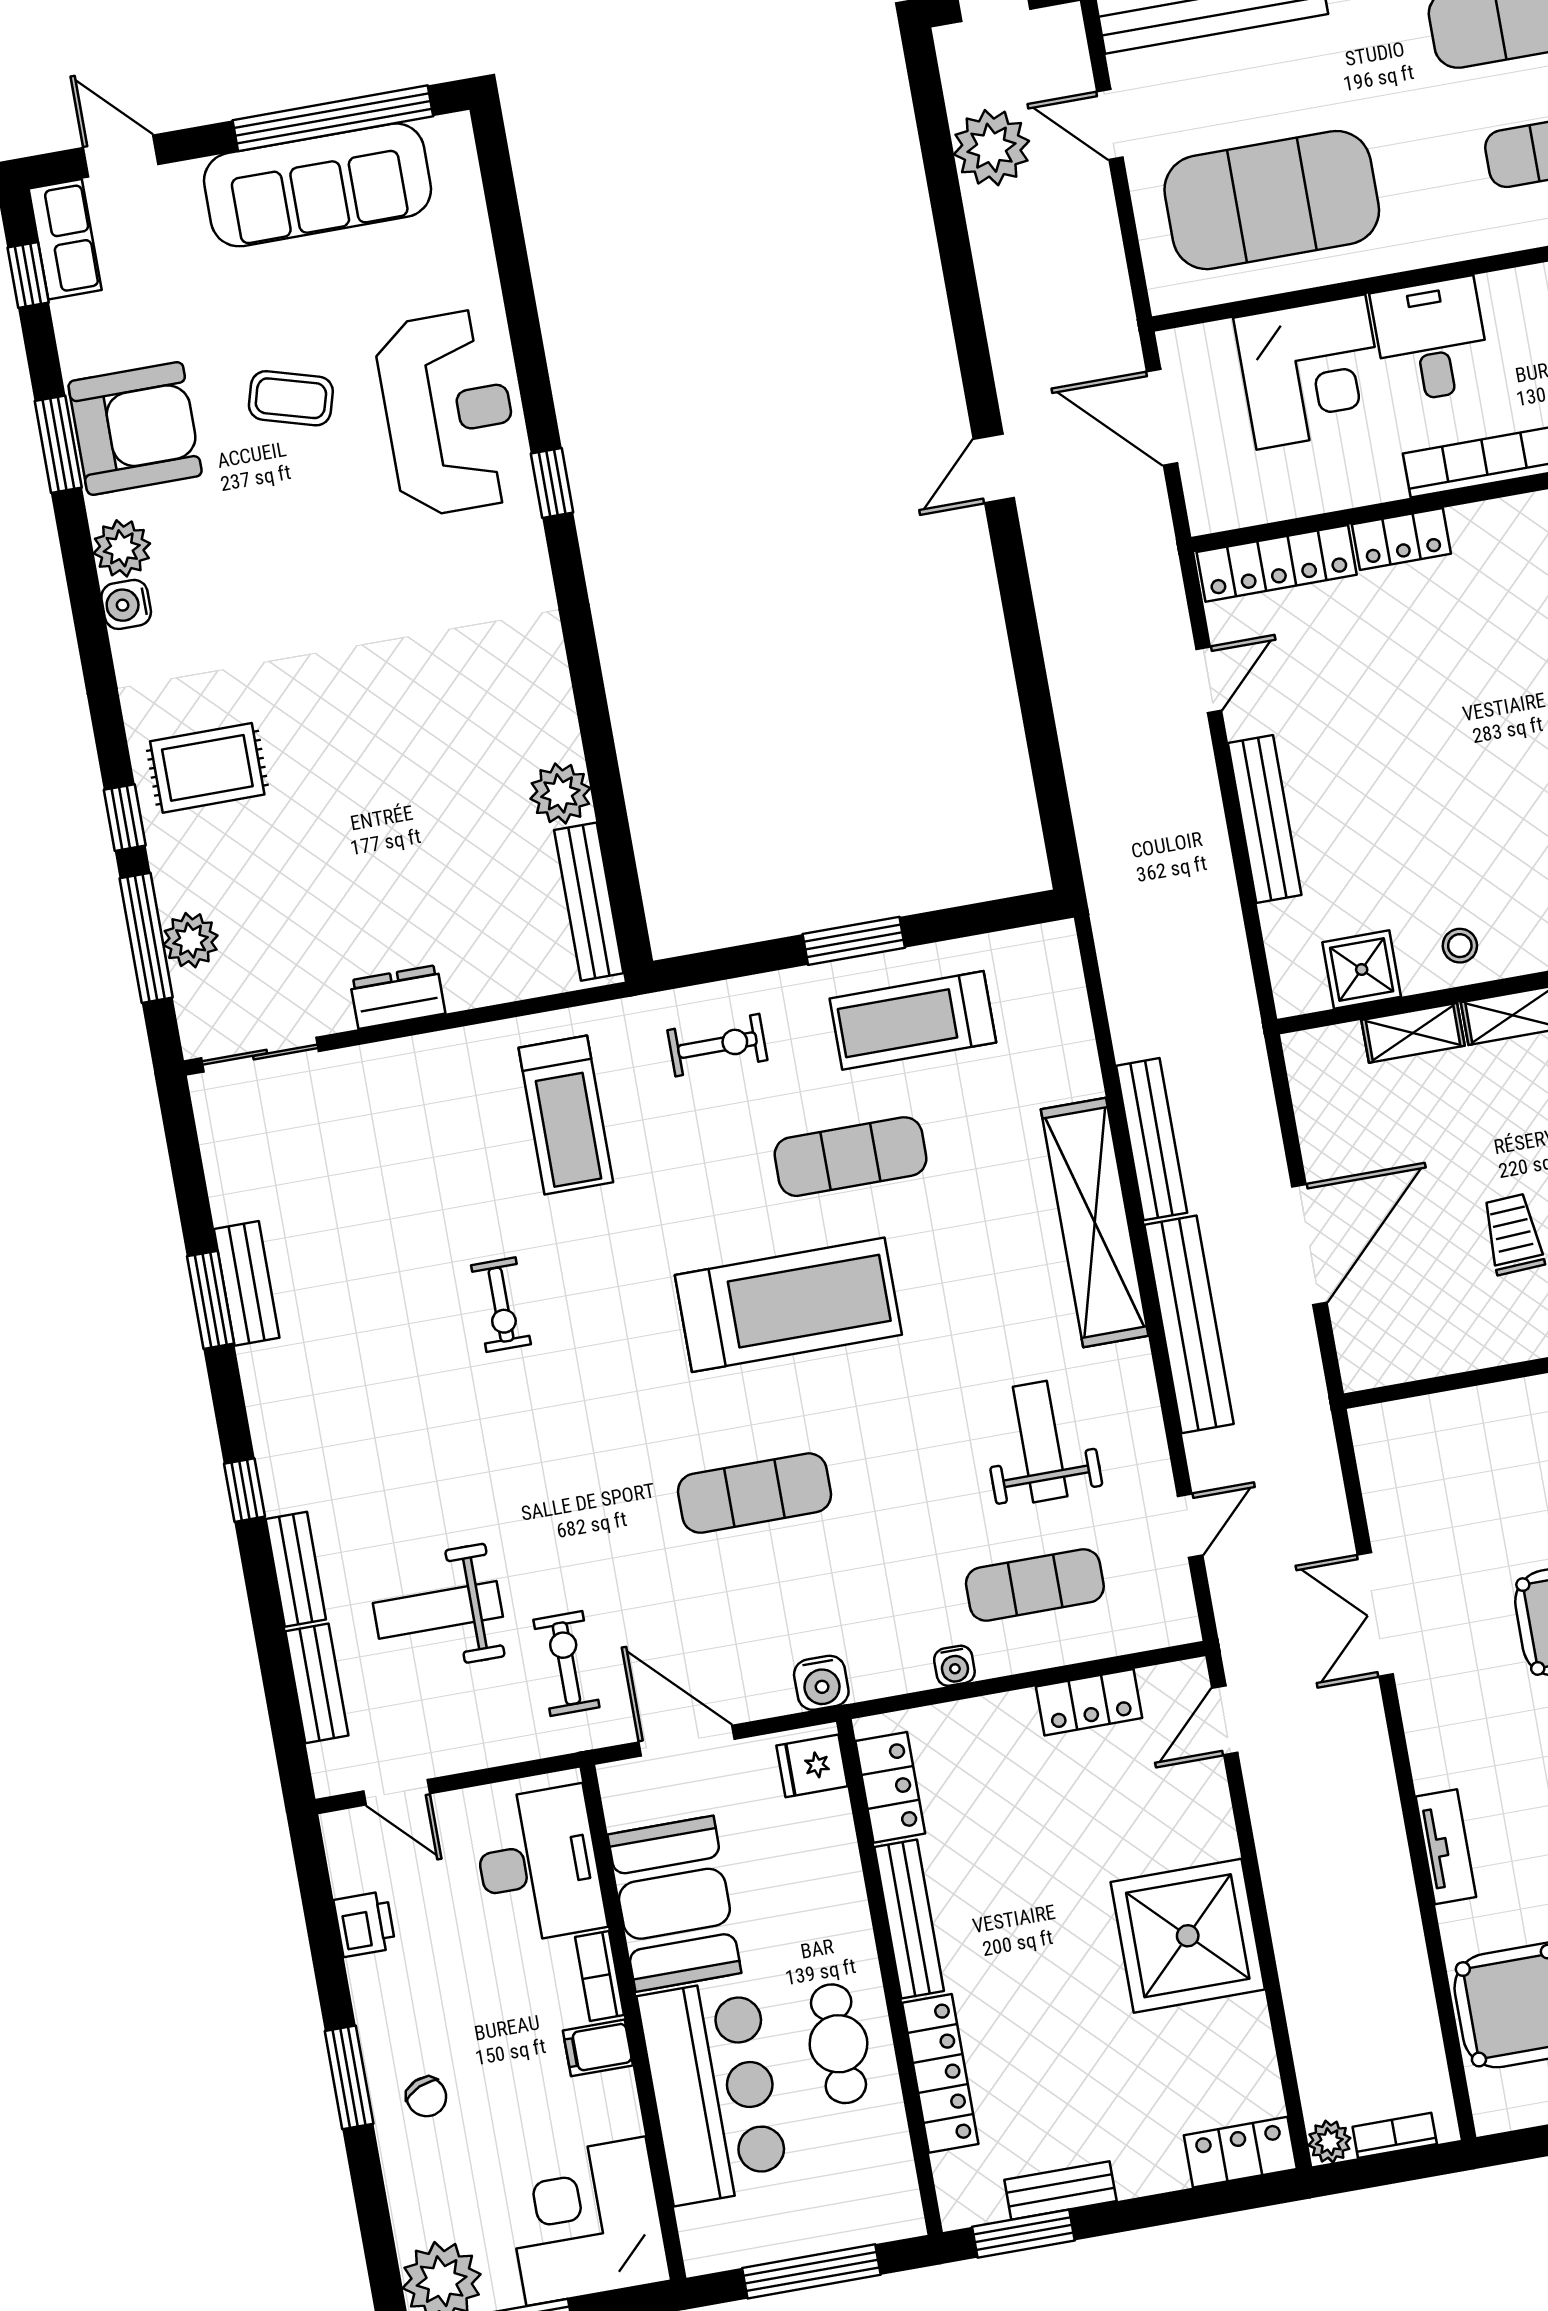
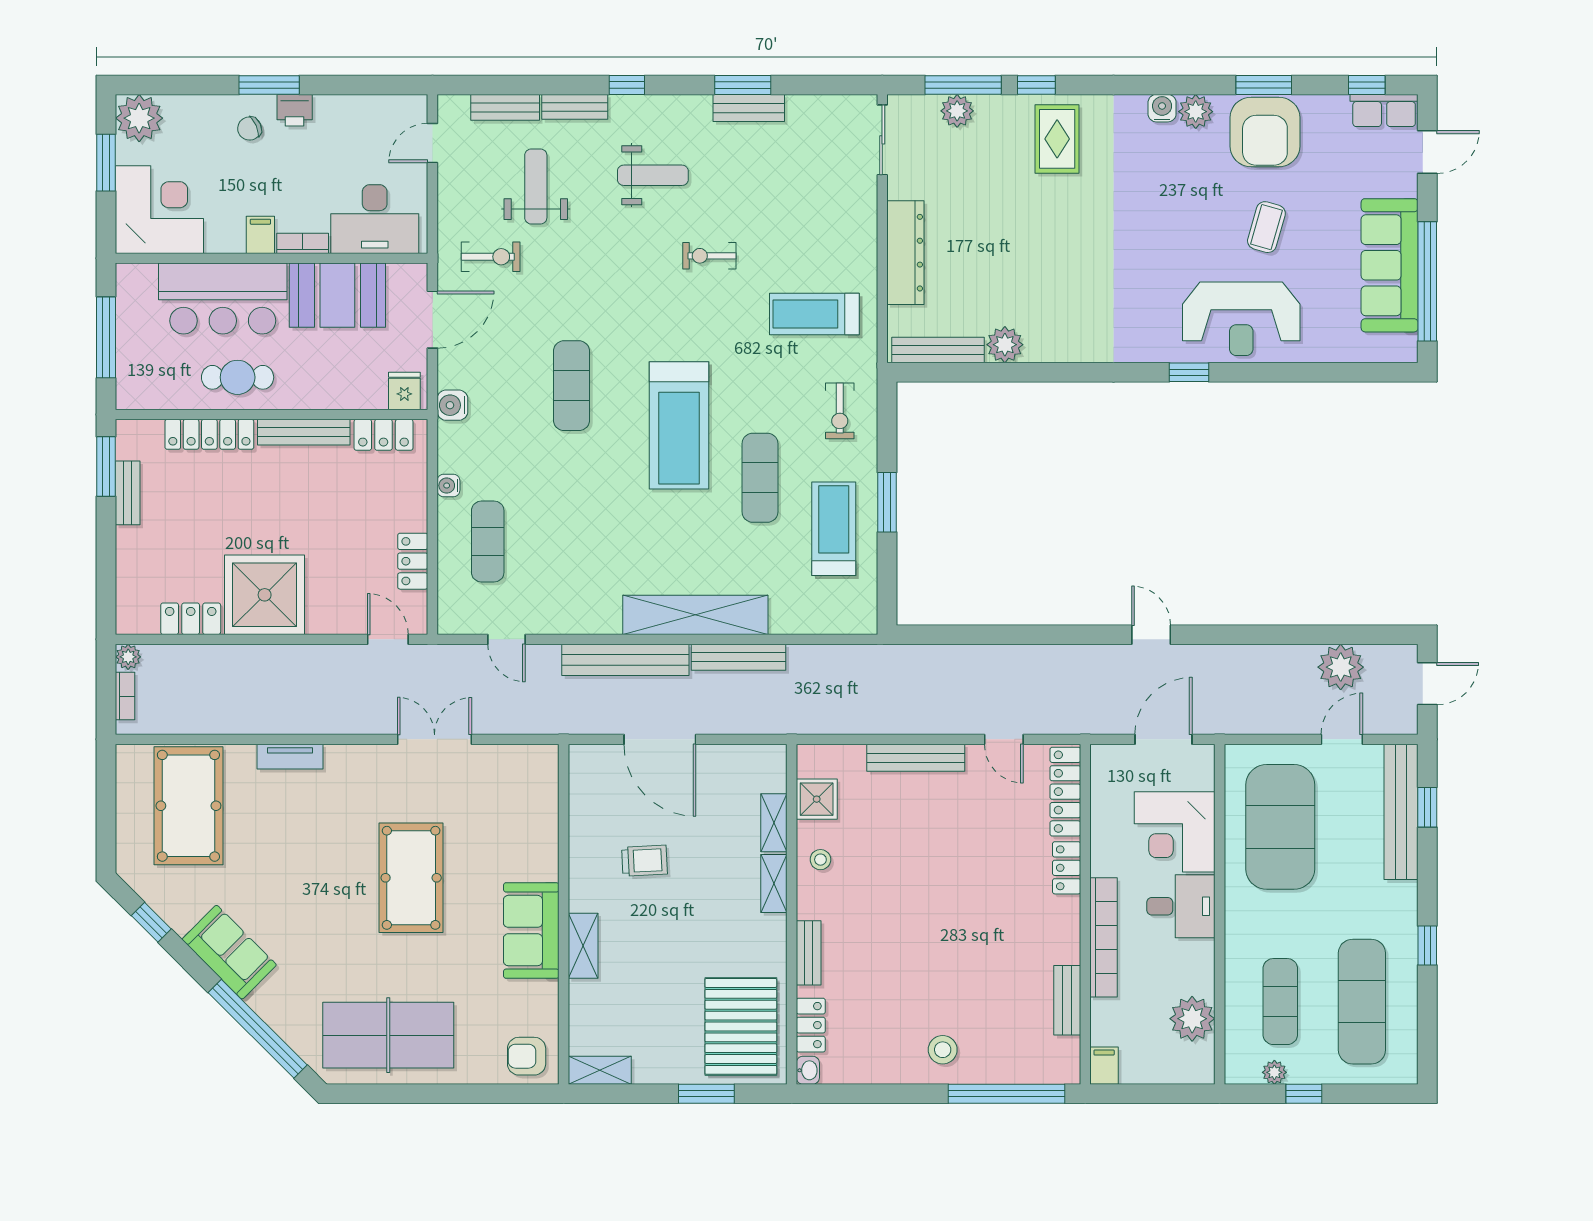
dresser: (398, 997) -> (905, 253), width x1.96, depth x1.24
weight bench: (1040, 1442) -> (653, 175), moved
printer: (365, 1924) -> (295, 110), moved
locker: (1240, 2152) -> (191, 619), moved, turned -90

